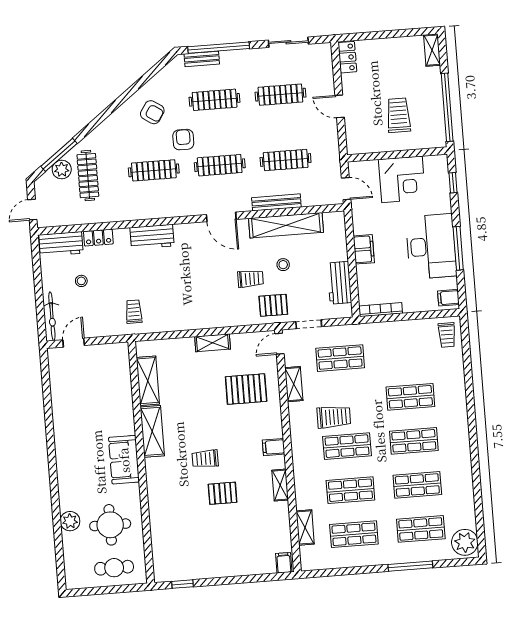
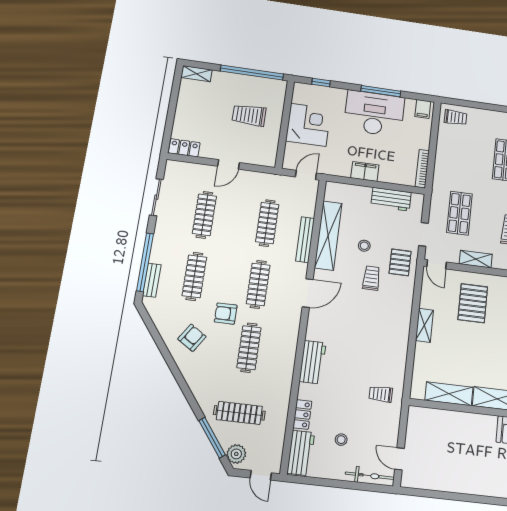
plant: (62, 169) -> (236, 454), moved

